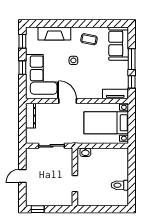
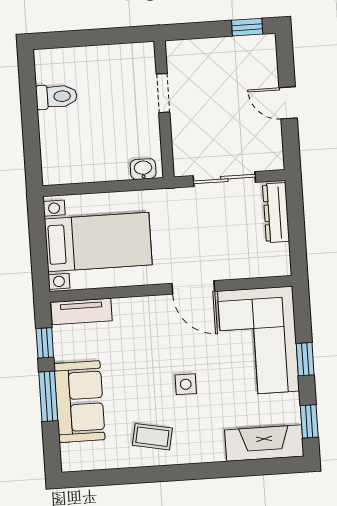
fireplace: (54, 33) -> (264, 443), moved
sofa: (119, 44) -> (80, 402), moved
dresser: (31, 116) -> (276, 213), moved
door: (22, 176) -> (288, 103), swing flipped

